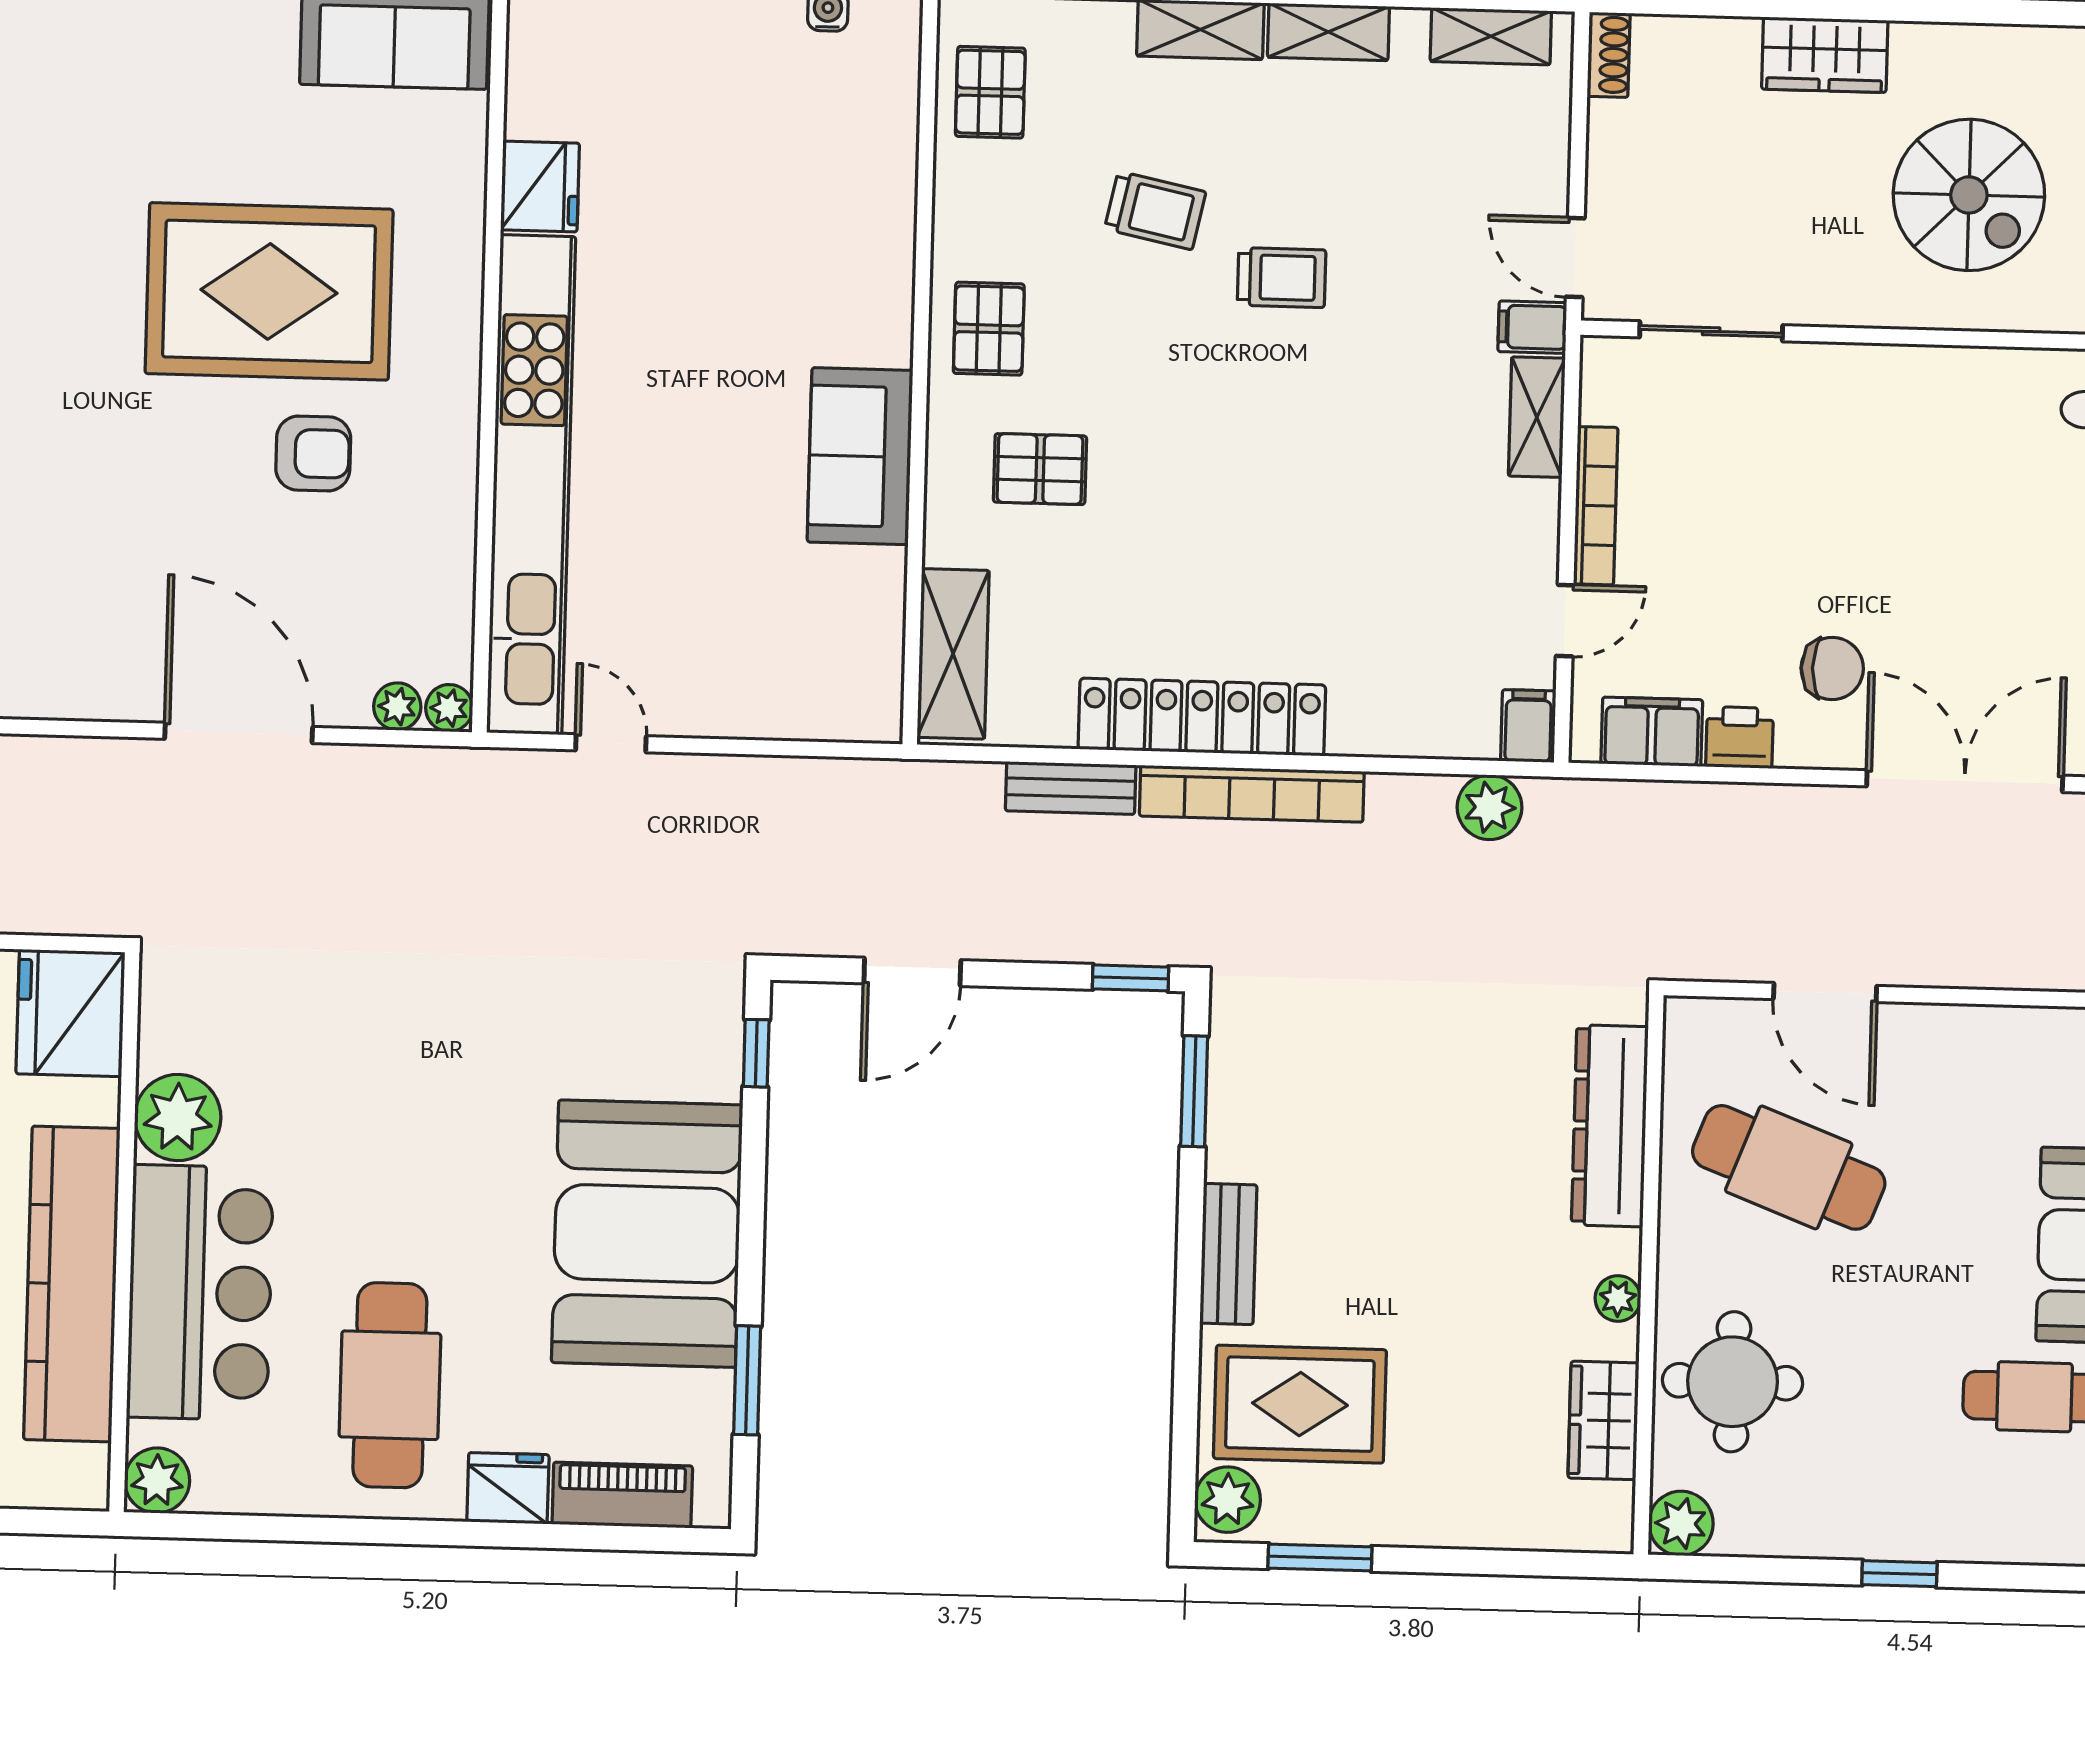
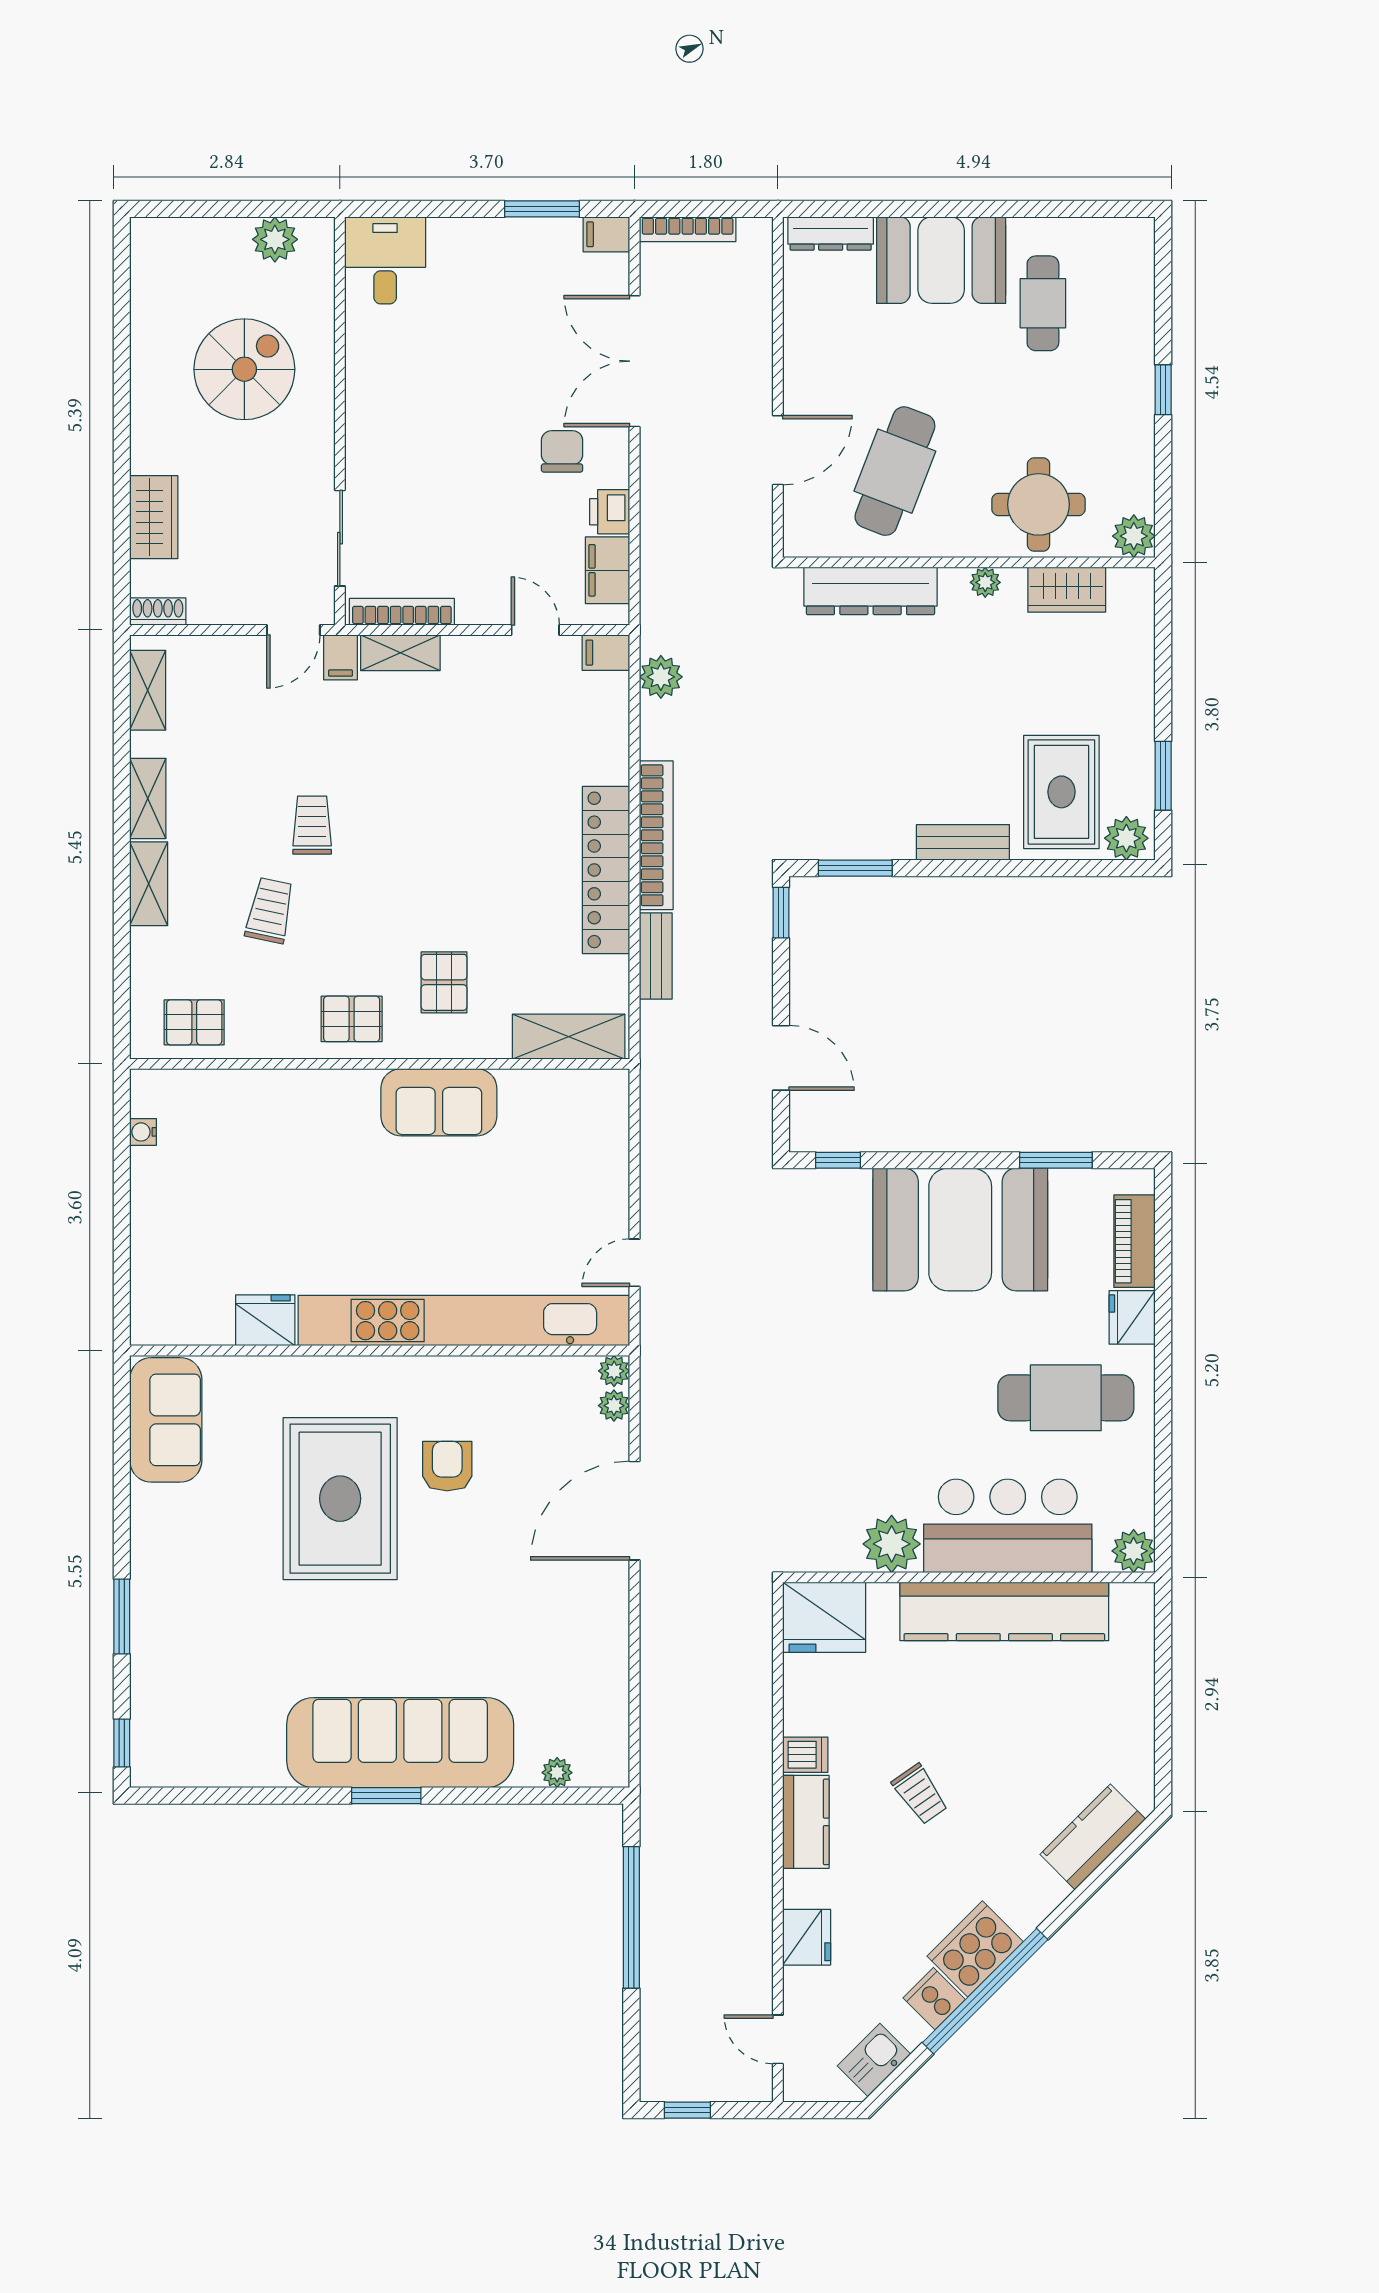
wardrobe: (1825, 55) -> (154, 517), moved
bookcase: (1596, 506) -> (402, 612), moved

